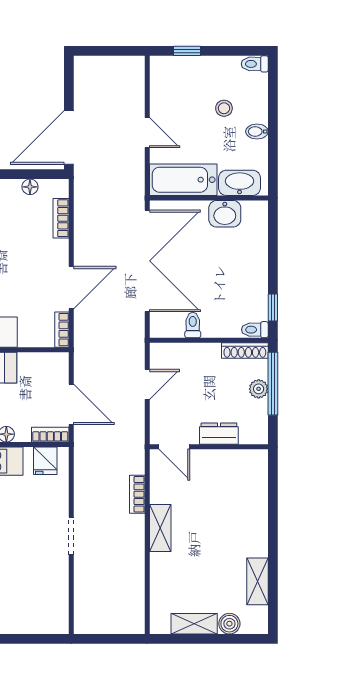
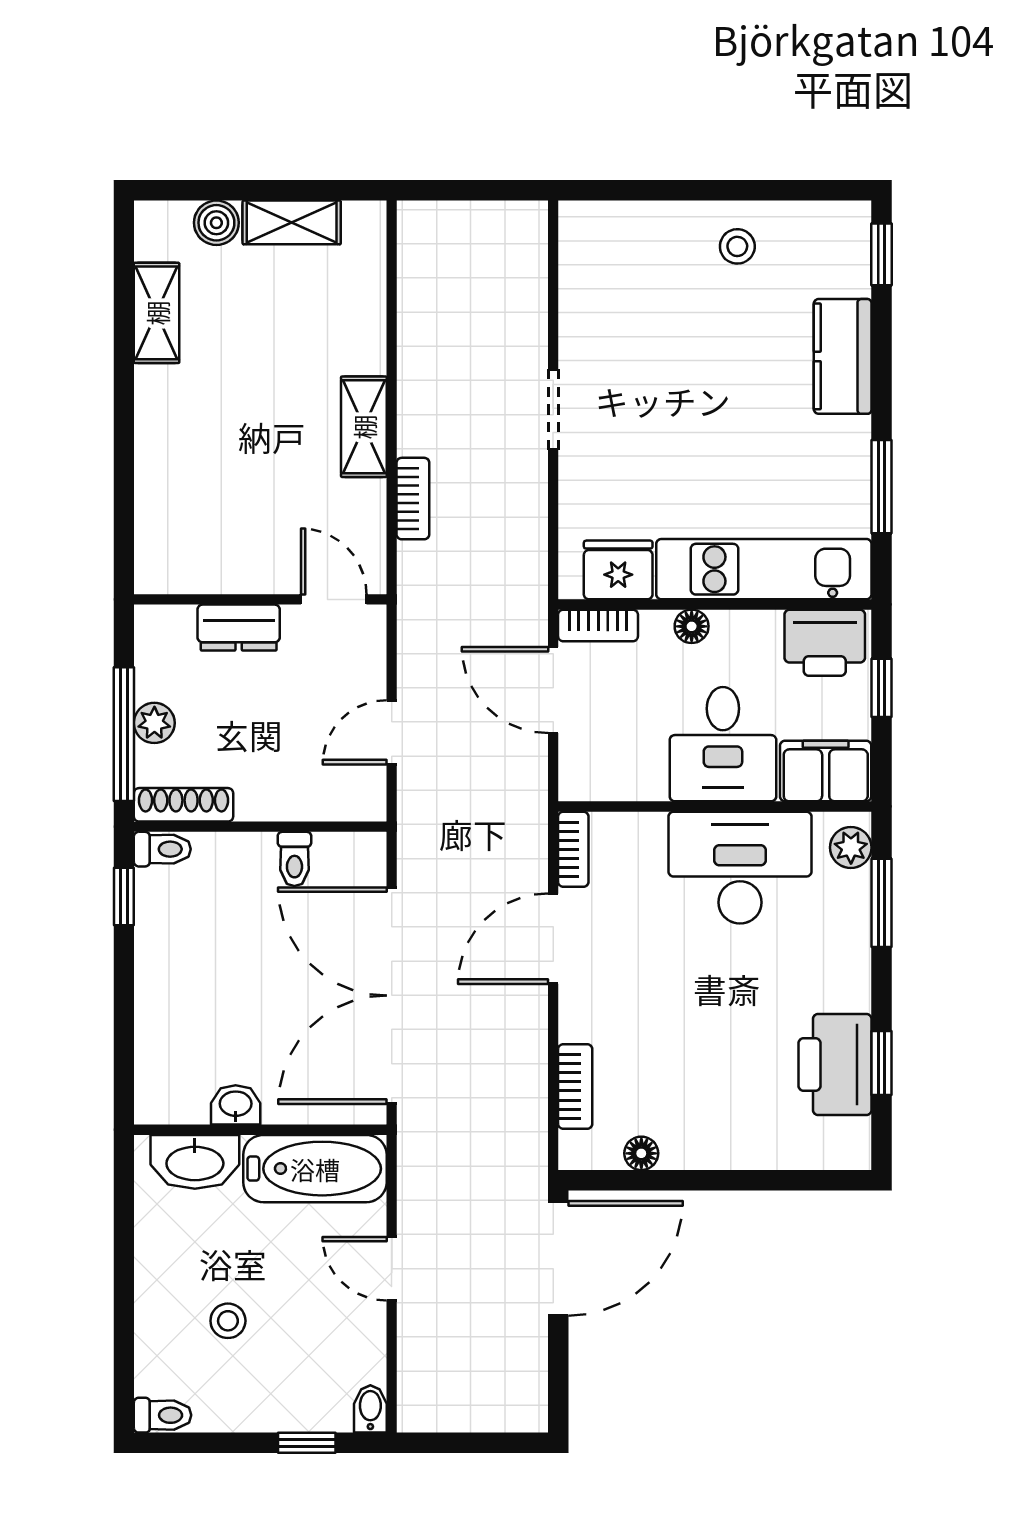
bidet: (257, 132) -> (370, 1409), moved, turned -90
washbasin: (225, 214) -> (236, 1105), width x0.72, depth x0.69
fridge: (45, 461) -> (618, 570), width x1.38

